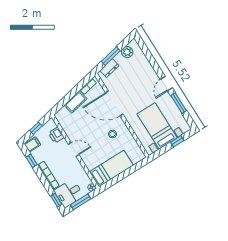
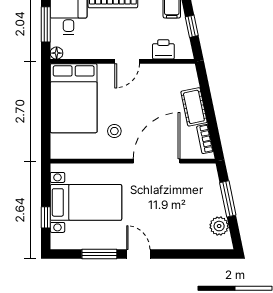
dresser: (109, 68) -> (212, 186), removed
bed: (111, 169) -> (74, 98), width x1.50

